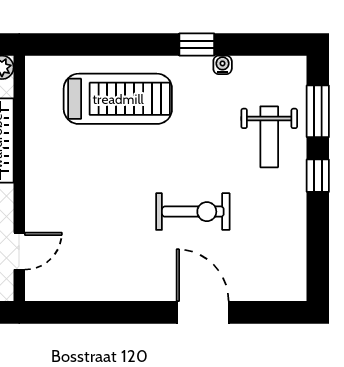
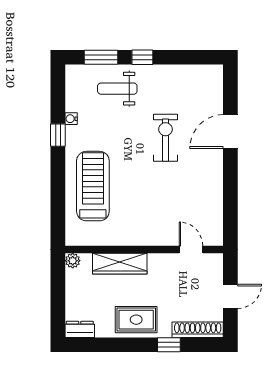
weight bench: (269, 137) -> (117, 89), turned 180

